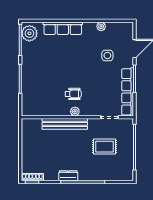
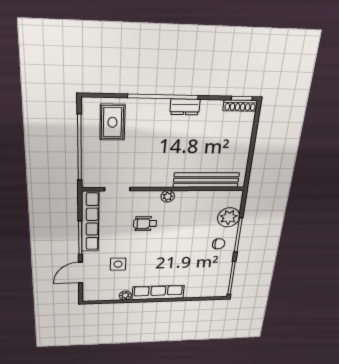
row of seats: (63, 28) -> (158, 292), moved
plant: (29, 33) -> (229, 217), moved
chair: (34, 72) -> (219, 244), added
wheelchair: (73, 94) -> (145, 224), moved
bench: (65, 124) -> (206, 180), moved
rug: (105, 147) -> (112, 122), moved, turned 90

